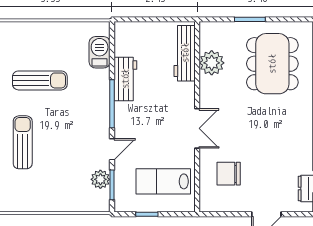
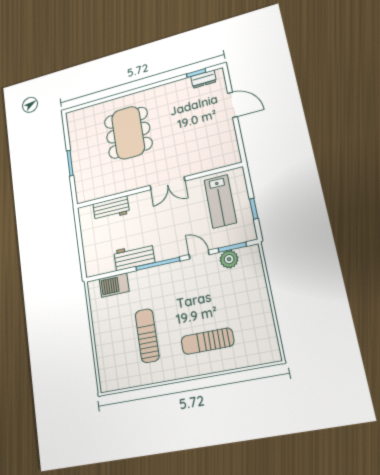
workbench: (185, 53) -> (111, 208), width x0.73
plant: (212, 63) -> (110, 185), removed
dining table: (272, 64) -> (128, 133), moved, turned 90
double door: (197, 128) -> (167, 183), swing flipped
chair: (229, 174) -> (203, 146), removed

